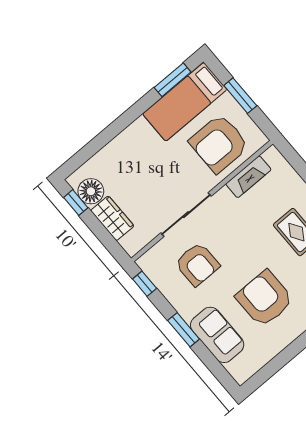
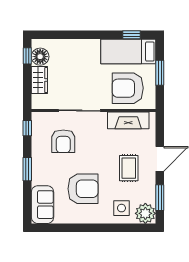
window: (173, 80) -> (132, 35), width x0.67
fireplace: (248, 177) -> (128, 120), width x1.37, depth x1.32
armchair: (265, 299) -> (83, 189), turned 90
sofa: (217, 335) -> (43, 205), moved

